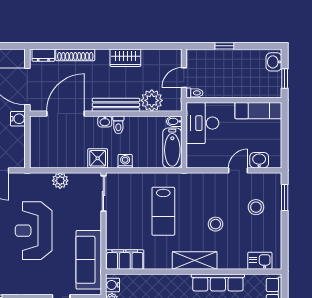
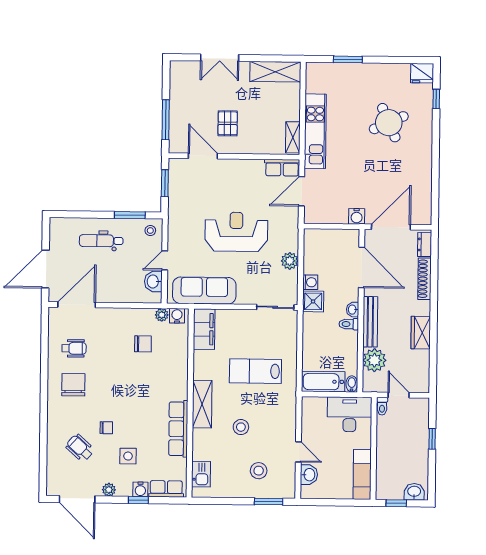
washing machine: (125, 161) -> (310, 282), moved

